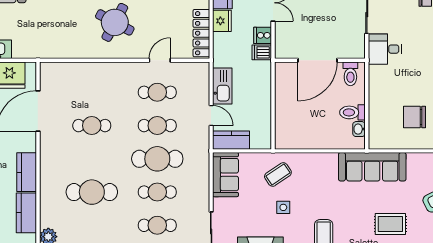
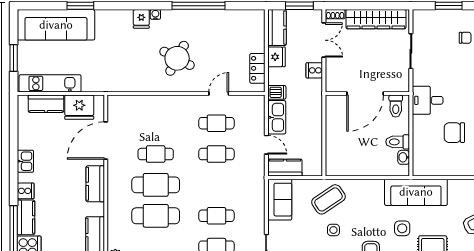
locker: (201, 33) -> (257, 68), width x0.66
desk: (385, 49) -> (428, 100), moved
dishwasher: (262, 52) -> (277, 92), moved, turned 180
chair: (415, 117) -> (454, 133), moved
cafe table: (157, 159) -> (156, 185), moved
kitchen counter: (27, 172) -> (95, 184), moved
coffee table: (278, 174) -> (328, 199), width x1.36, depth x1.30
side table: (357, 206) -> (402, 228), added

